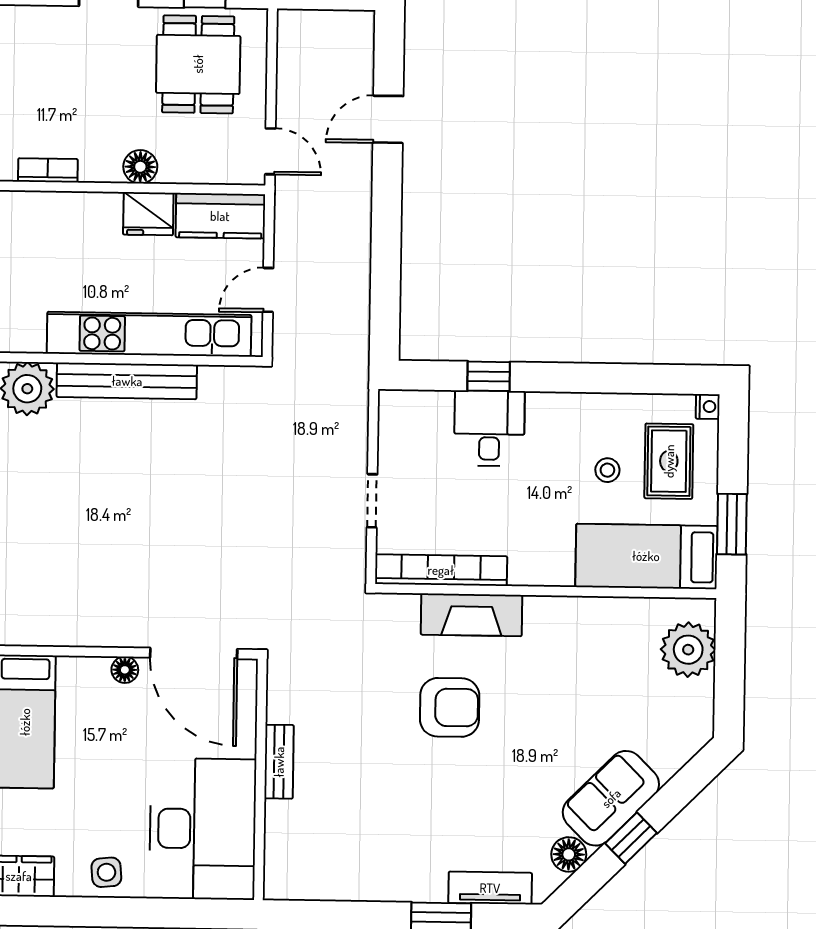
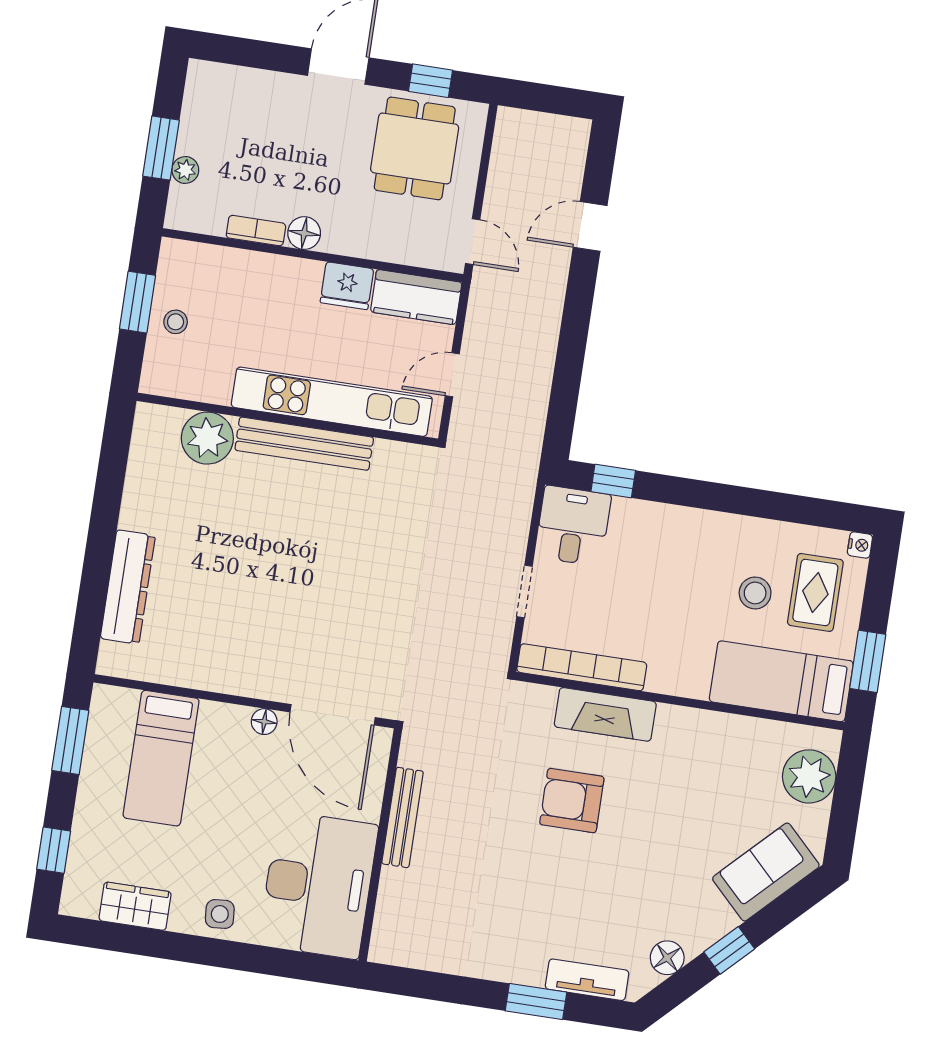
floor lamp: (140, 167) -> (304, 233), moved
window: (489, 376) -> (613, 481), moved
desk: (489, 428) -> (573, 526), moved
stool: (607, 470) -> (755, 593), width x1.37, depth x1.37
armchair: (450, 707) -> (572, 801), turned 180
bench: (279, 762) -> (403, 817), width x1.36
sofa: (611, 798) -> (766, 872), moved

